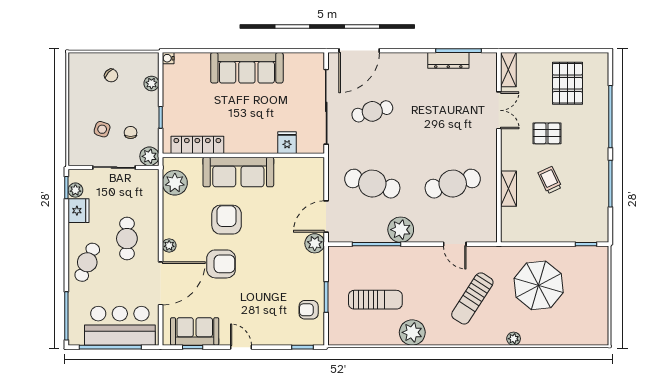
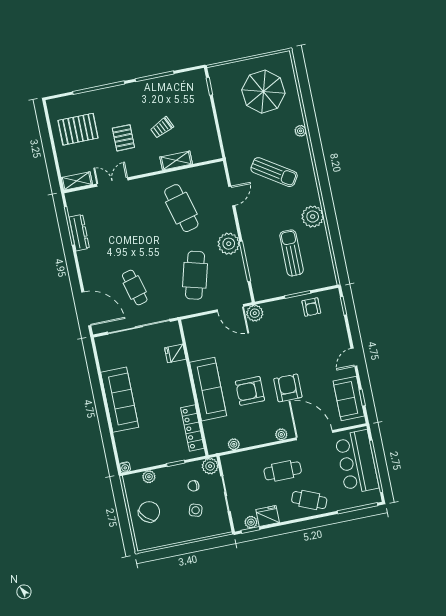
chair: (111, 75) -> (149, 512), width x1.87, depth x1.87
plant: (175, 183) -> (234, 444), width x0.53, depth x0.53
parasol: (539, 285) -> (263, 92), moved

